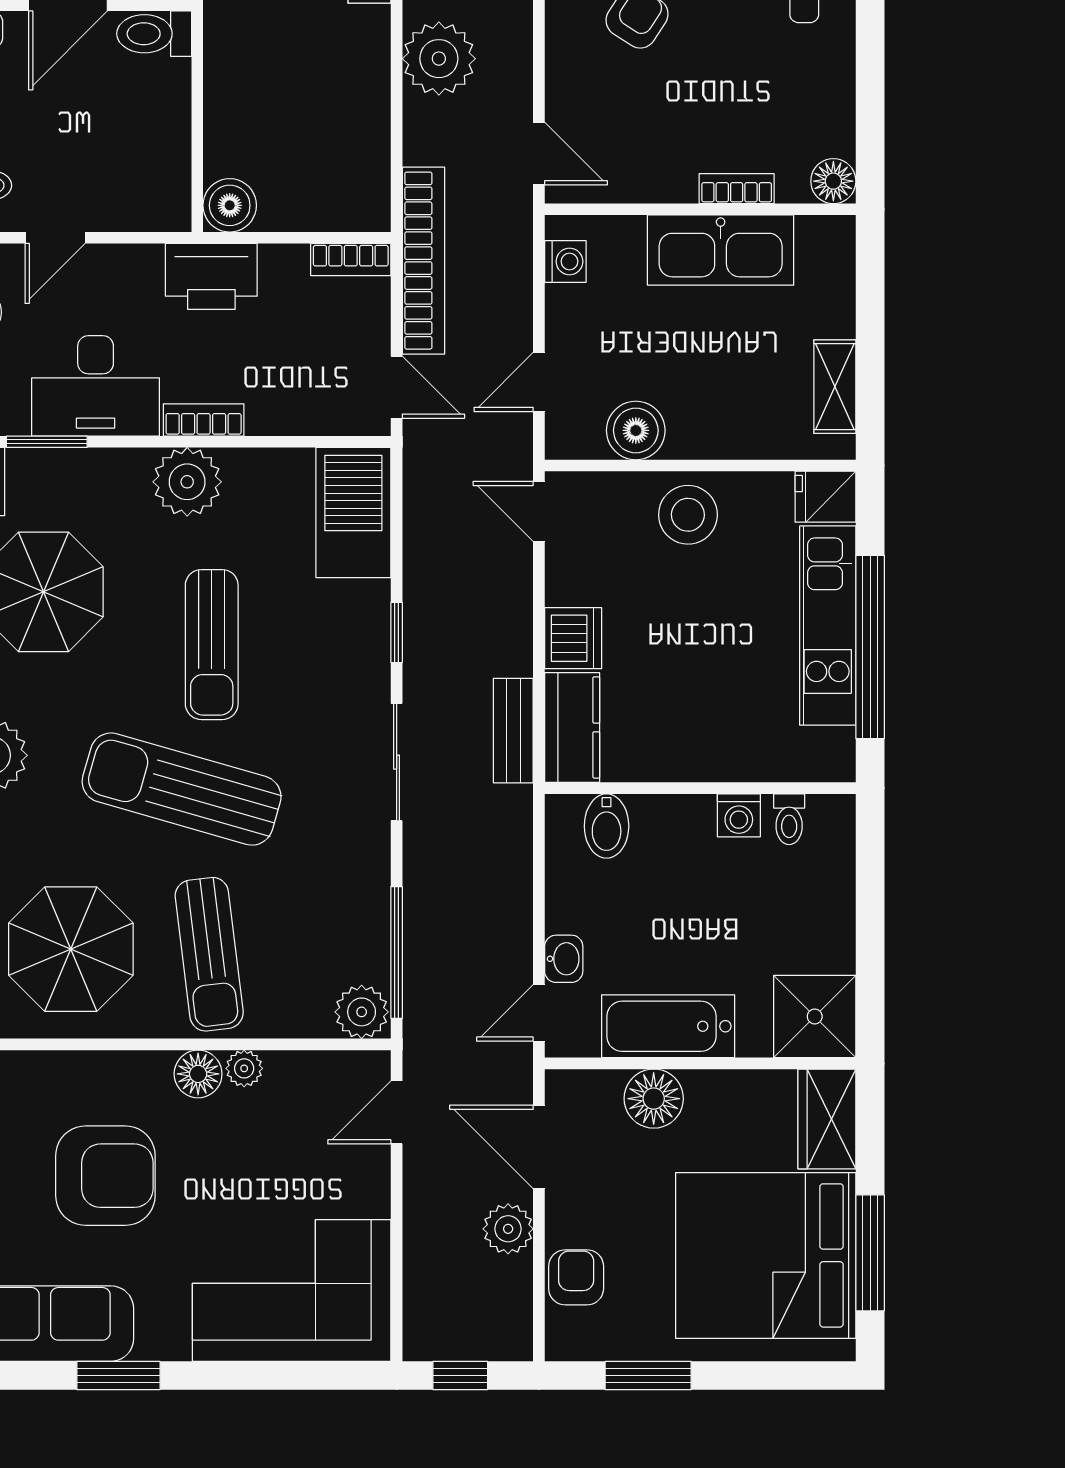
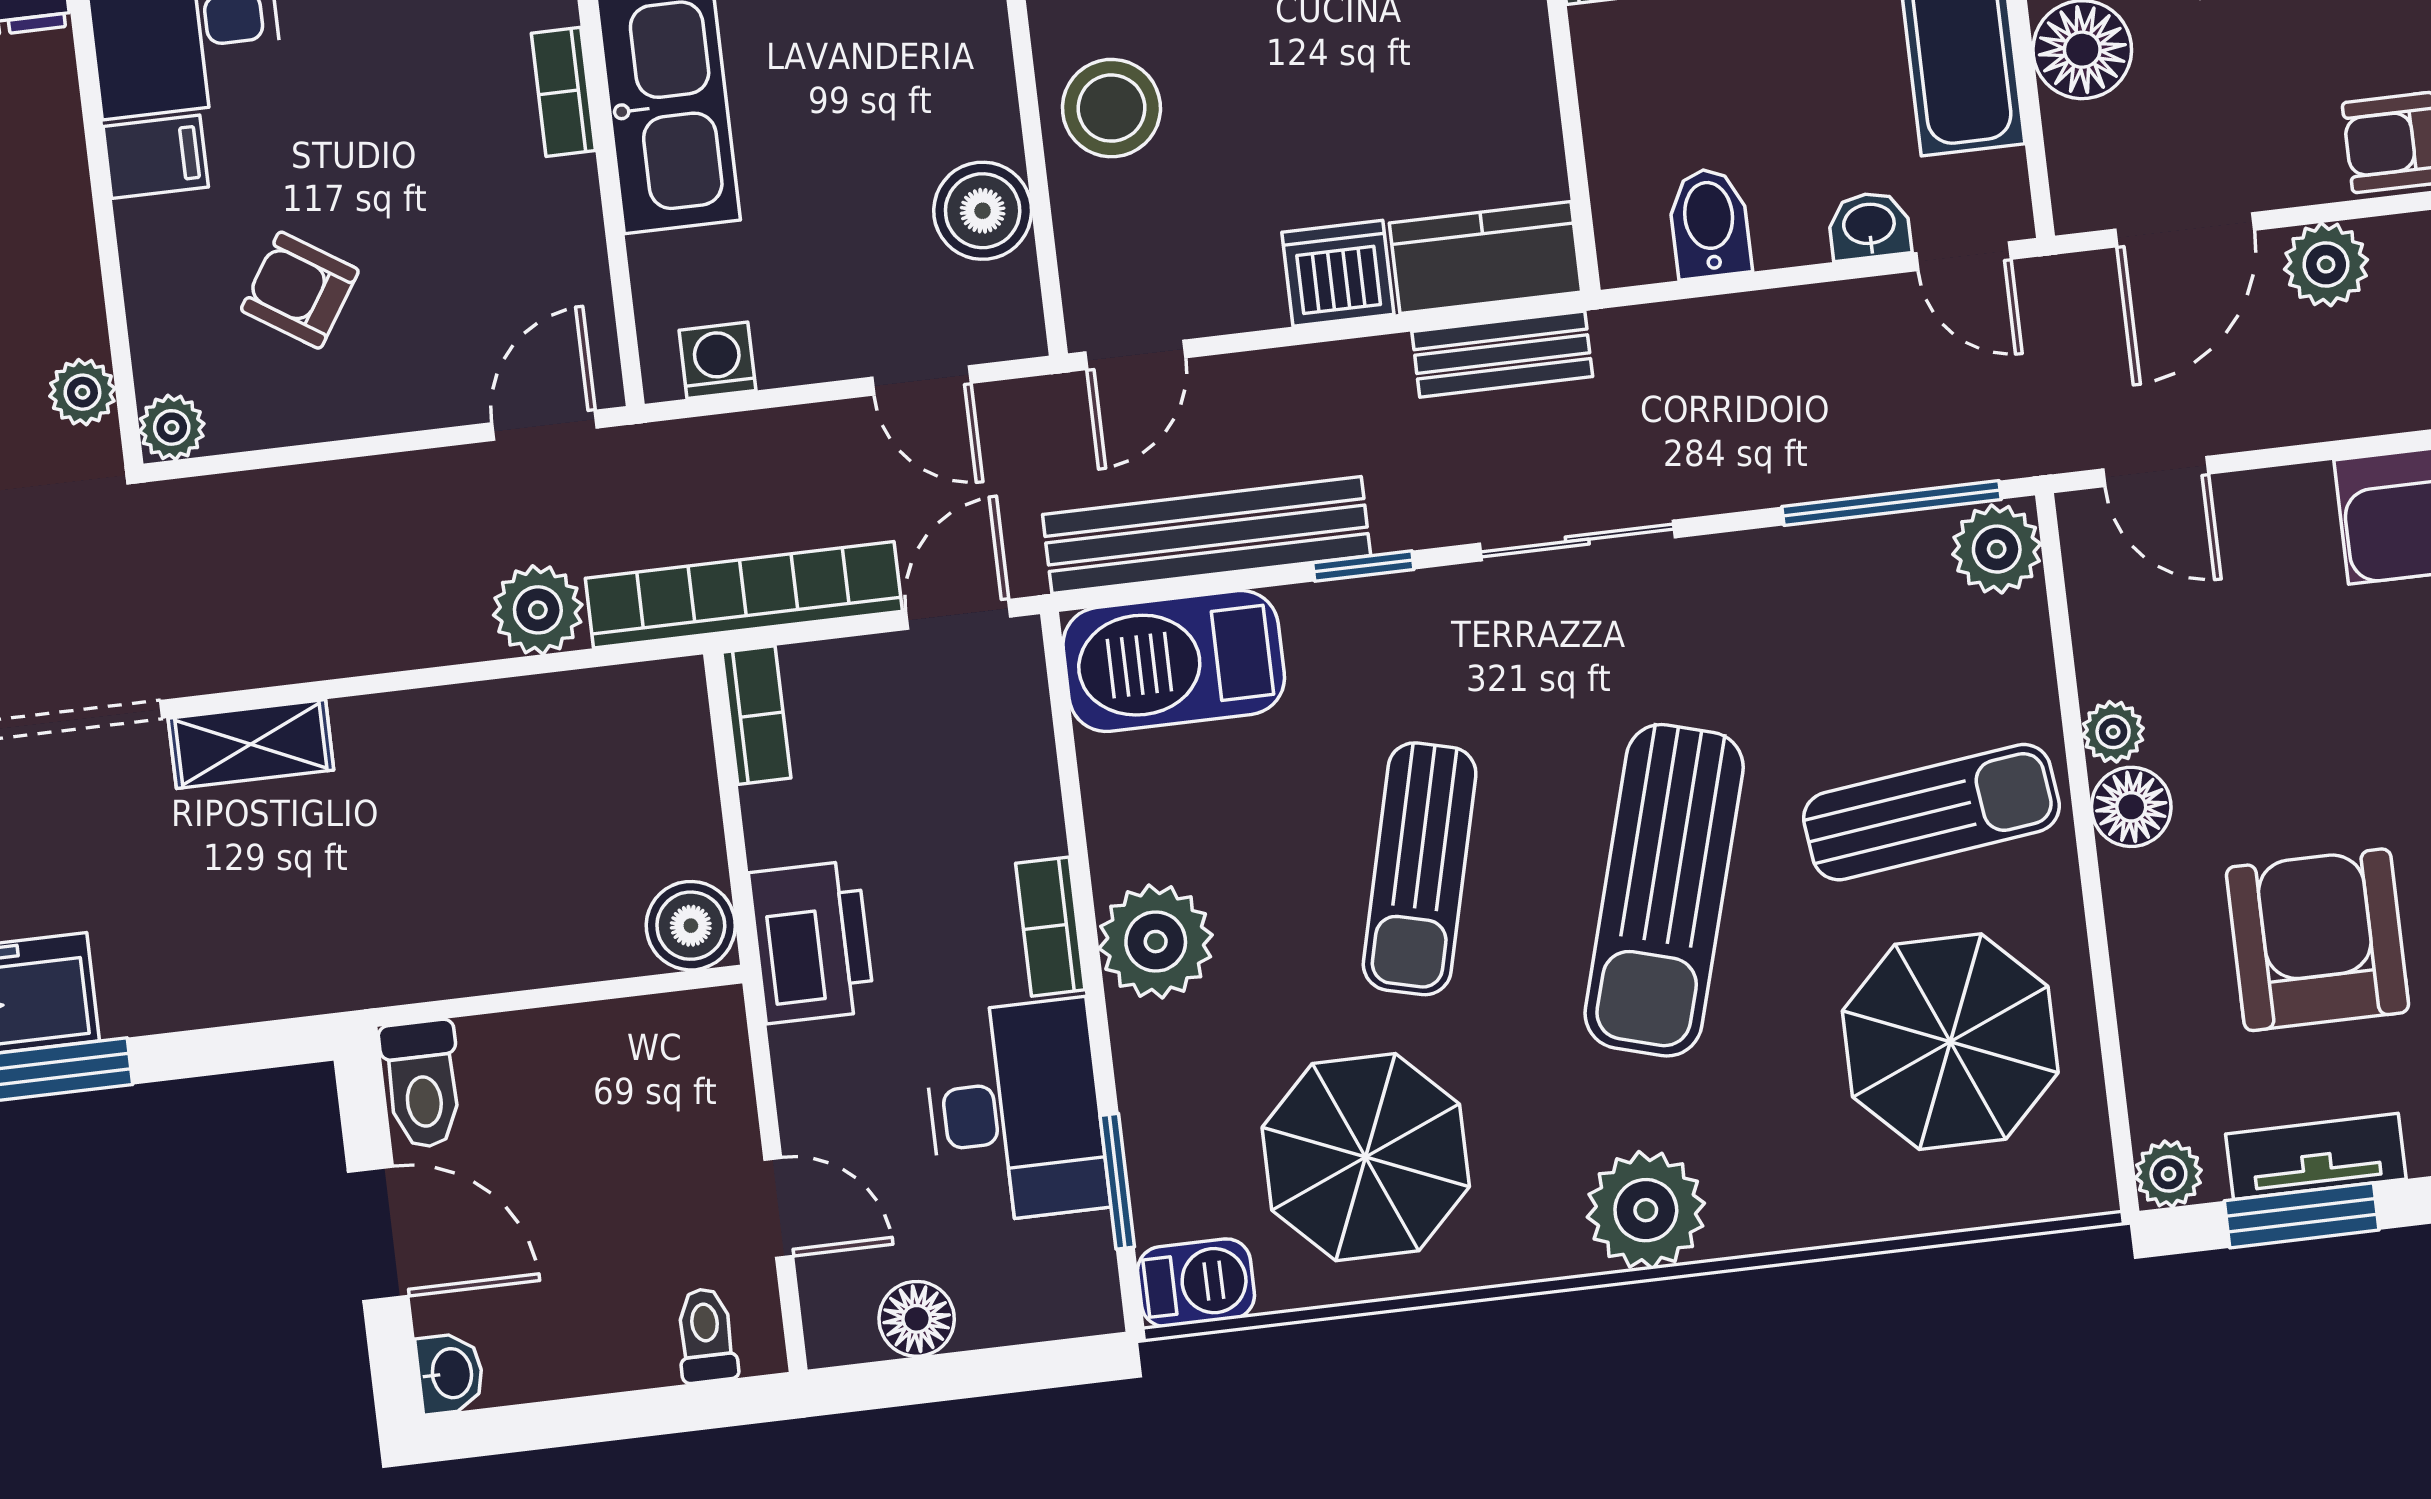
plant: (439, 59) -> (538, 610), moved, width x0.73, depth x0.73
bench: (426, 541) -> (1207, 535), added
sun lounger: (212, 645) -> (1420, 869), turned 104
bidet: (607, 826) -> (1709, 223), moved, turned -90

